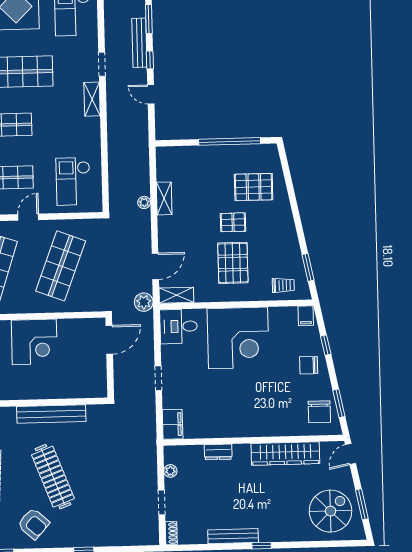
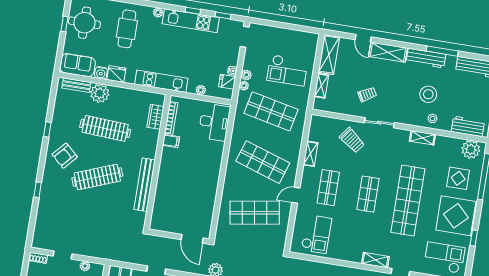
checkout: (73, 181) -> (316, 234), turned 90
door: (28, 217) -> (296, 195), swing flipped
shop shelf: (61, 266) -> (255, 213), turned -30
corner desk: (34, 342) -> (201, 182), removed

